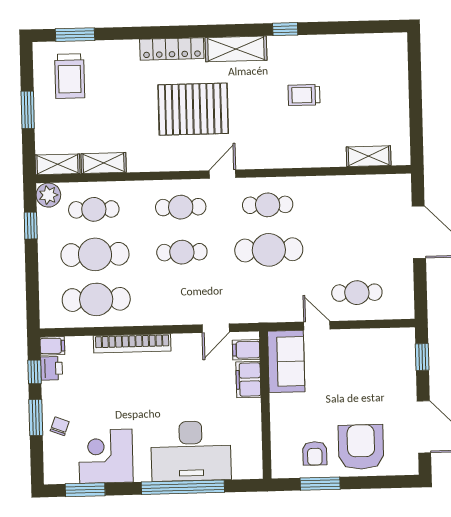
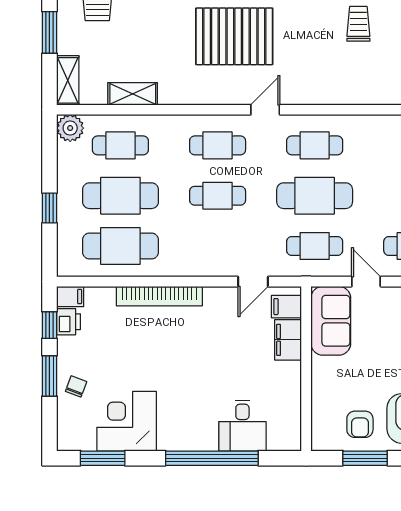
trolley: (304, 95) -> (358, 24), turned 90
shelving: (58, 164) -> (68, 80), moved, turned 90
window: (31, 226) -> (49, 208), moved
cafe table: (270, 295) -> (315, 246), added
desk: (191, 451) -> (242, 426), width x0.53, depth x0.77

